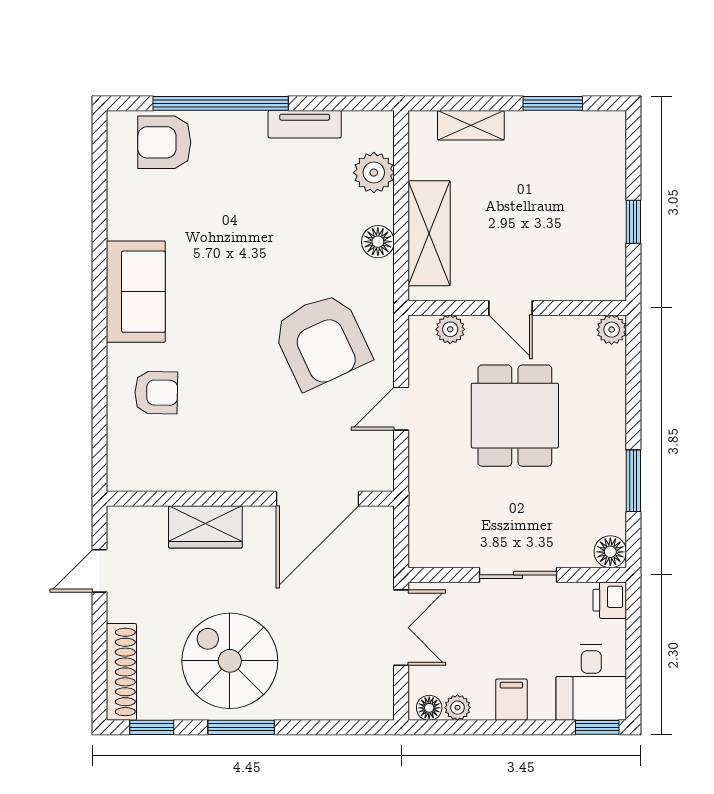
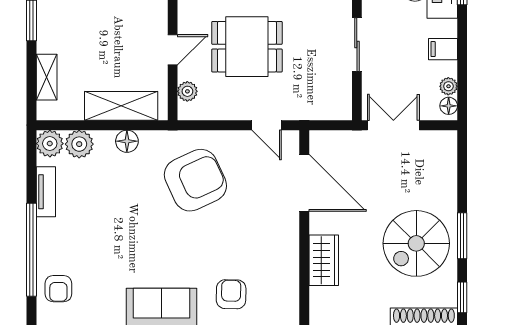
plant: (375, 130) -> (50, 144), added
armchair: (164, 142) -> (58, 289), width x0.72, depth x0.72
door: (401, 409) -> (267, 125), moved

